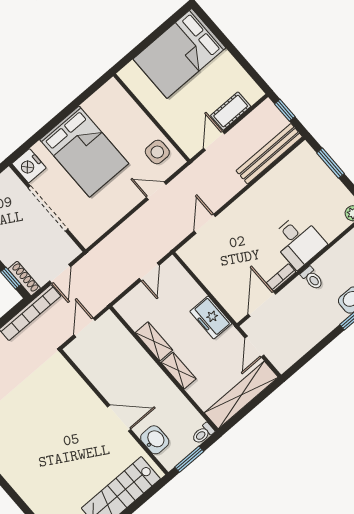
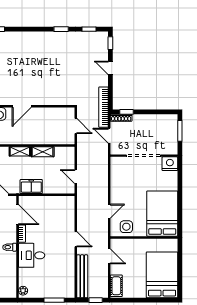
cot: (231, 111) -> (116, 286), moved
bed: (84, 152) -> (162, 214), moved, turned 90
door: (205, 224) -> (76, 239), moved

